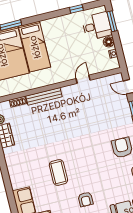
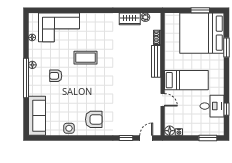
desk: (97, 26) -> (212, 106), moved, turned -90
floor lamp: (109, 42) -> (170, 131), moved
bed: (35, 47) -> (186, 80), moved, turned 180

